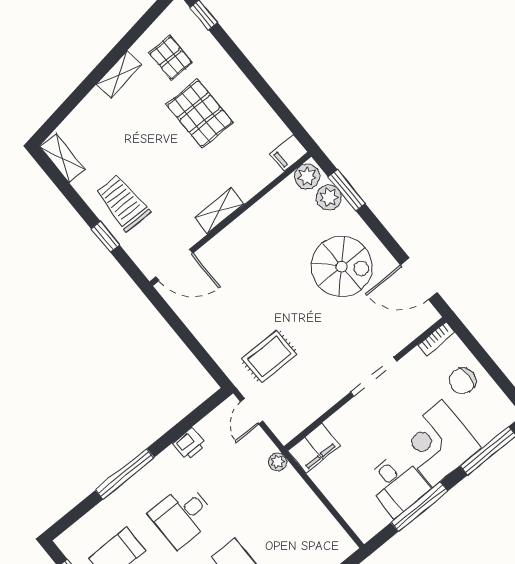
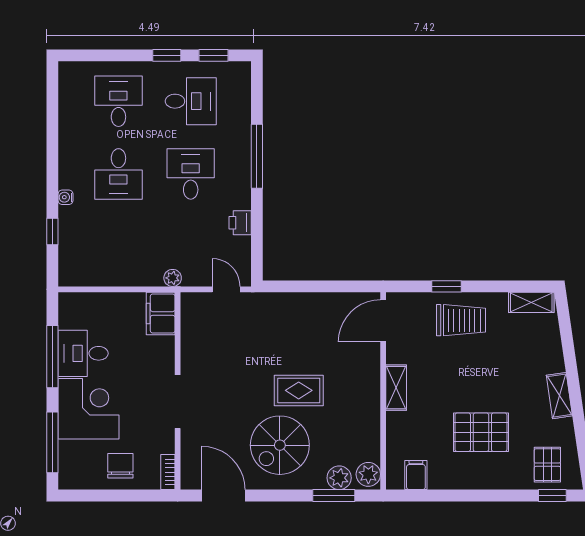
pallet: (171, 58) -> (547, 465), moved, turned 90
filing cabinet: (289, 153) -> (416, 475), moved
door: (419, 279) -> (224, 496), hinge flipped
rug: (269, 357) -> (299, 390), moved, turned 90

